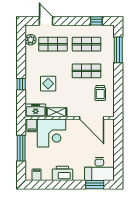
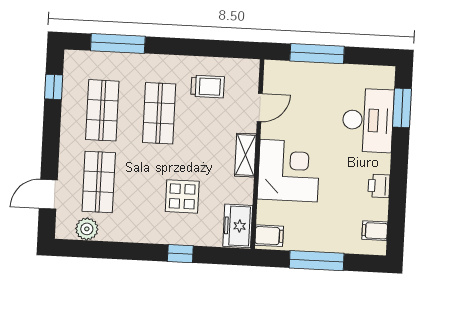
shelving: (57, 112) -> (245, 155), moved
door: (92, 118) -> (260, 108), width x0.53
corner desk: (51, 133) -> (289, 171), moved
window: (118, 143) -> (317, 54), added
desk: (99, 169) -> (368, 120), moved
printer: (62, 173) -> (379, 186), width x0.53, depth x0.68

